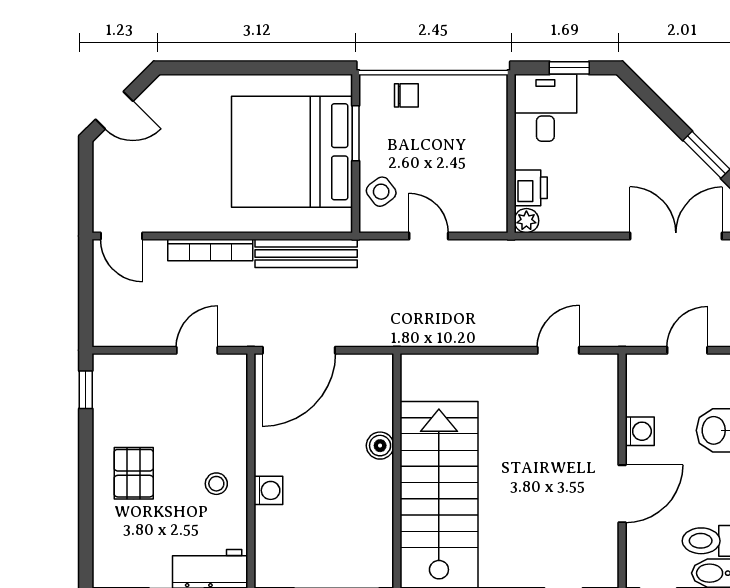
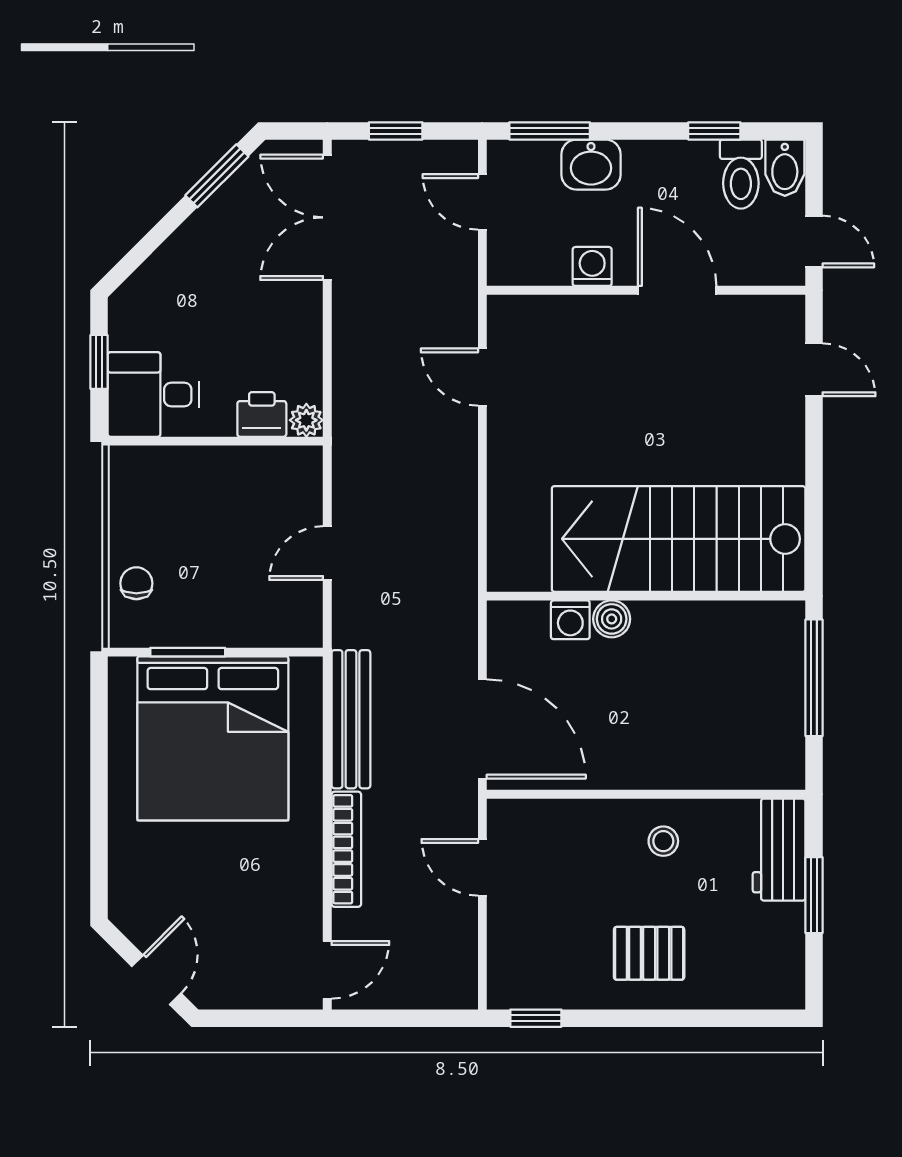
side table: (381, 192) -> (267, 617), removed
washing machine: (268, 490) -> (570, 620), moved, turned 180

